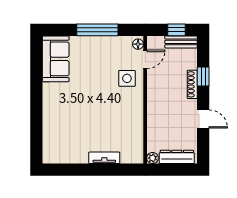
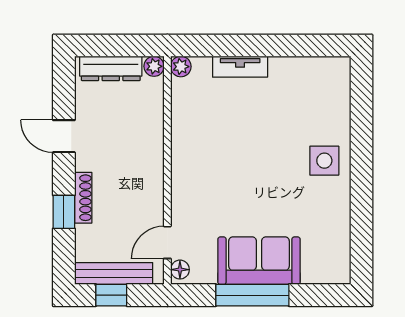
bench: (181, 42) -> (114, 274), width x1.36
sofa: (56, 59) -> (259, 261), moved, turned 90
side table: (127, 78) -> (324, 161), moved
plant: (138, 158) -> (181, 67), added

